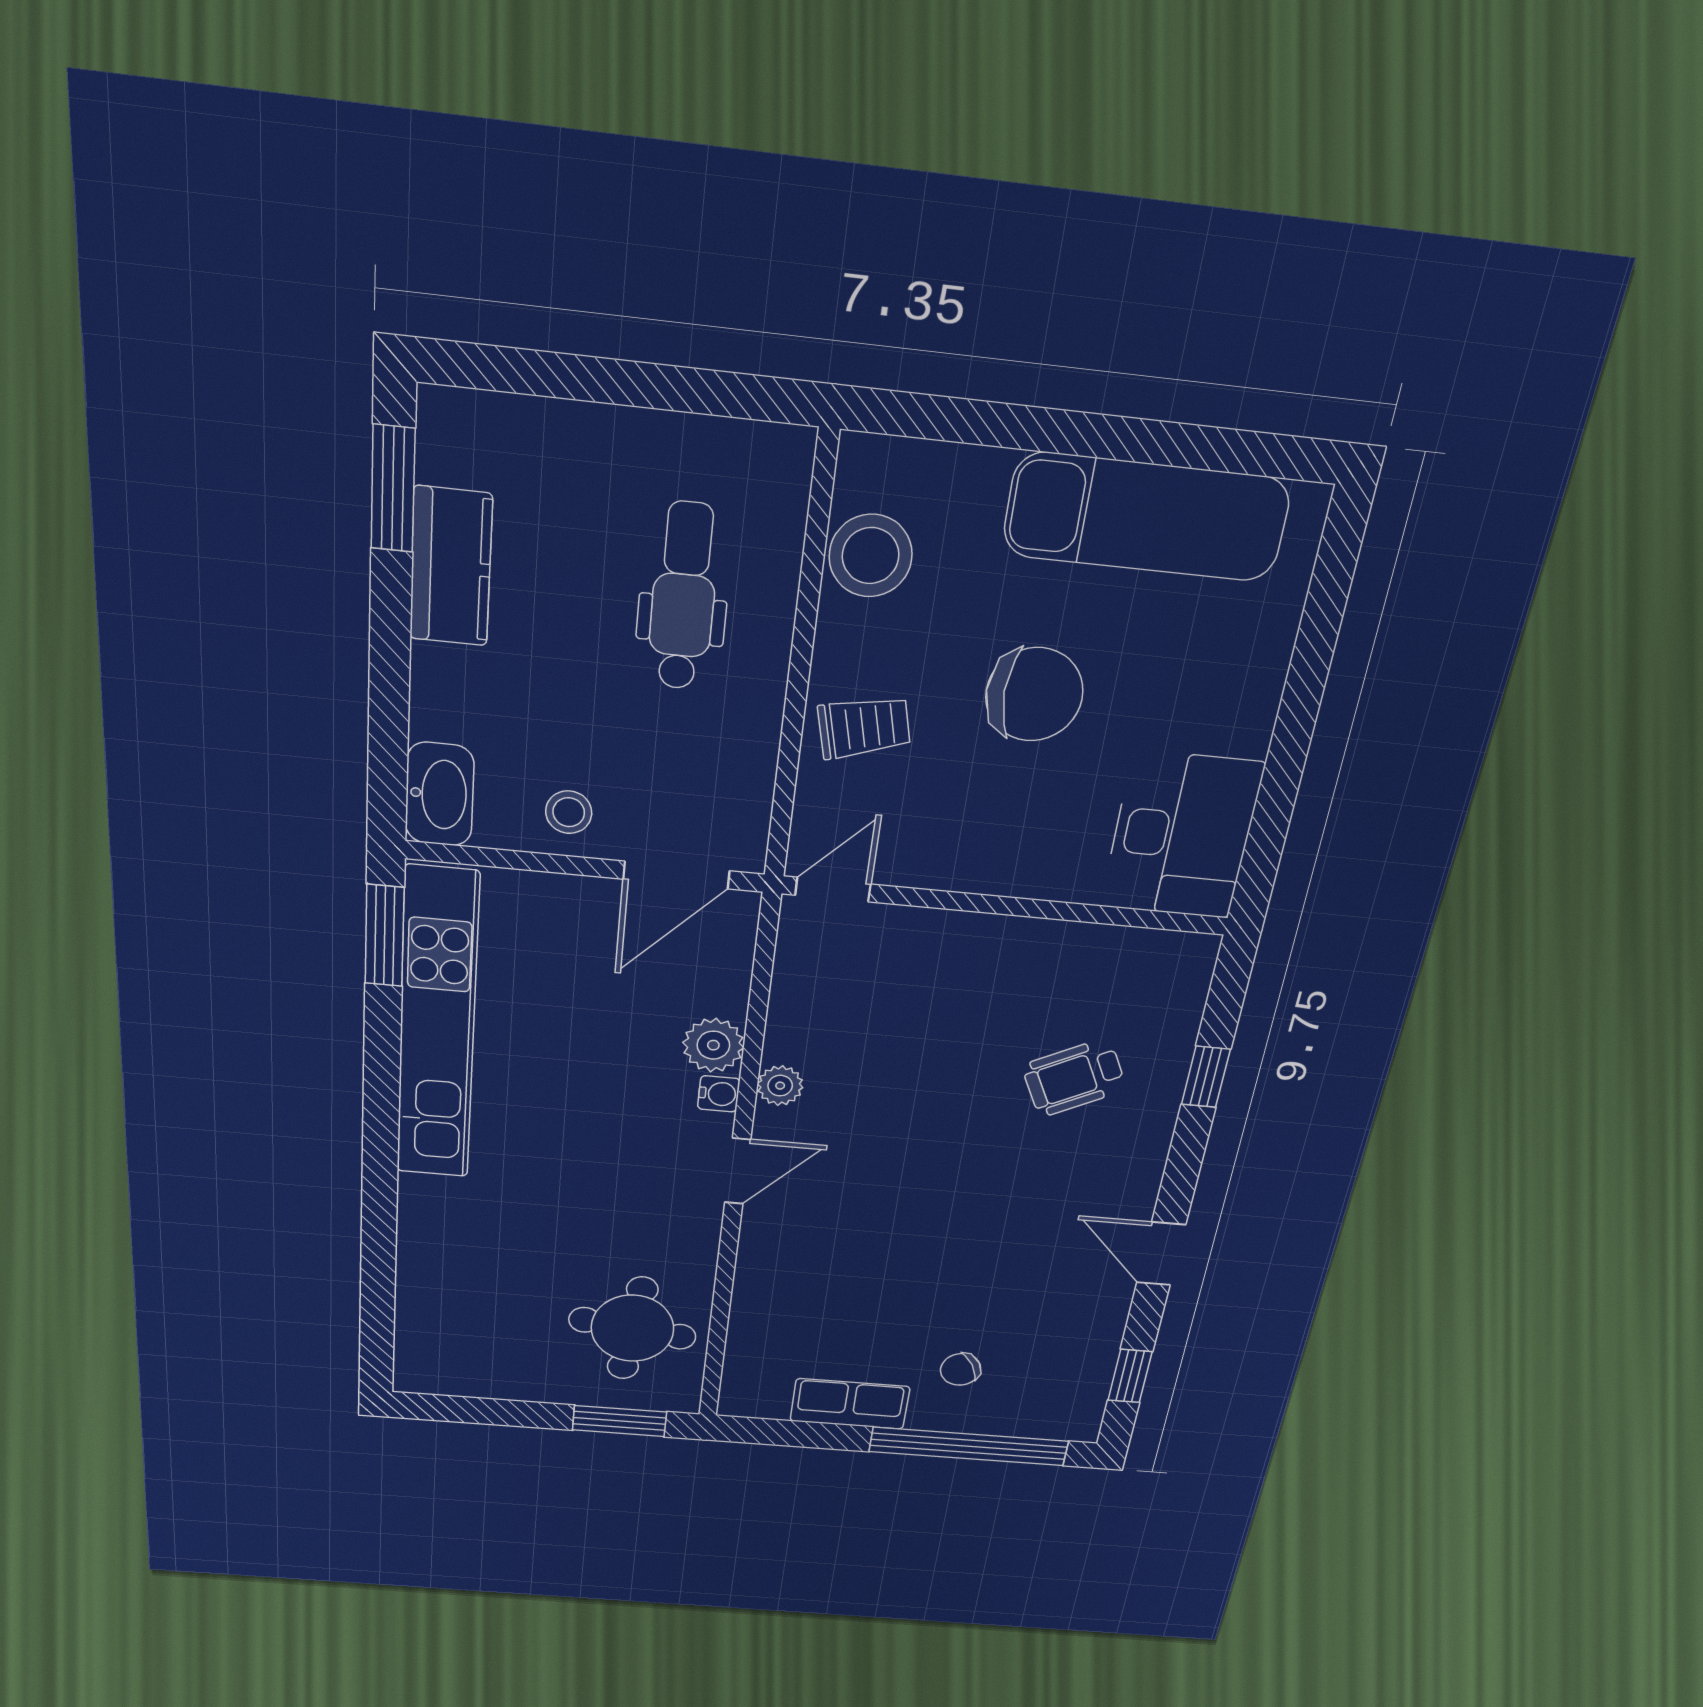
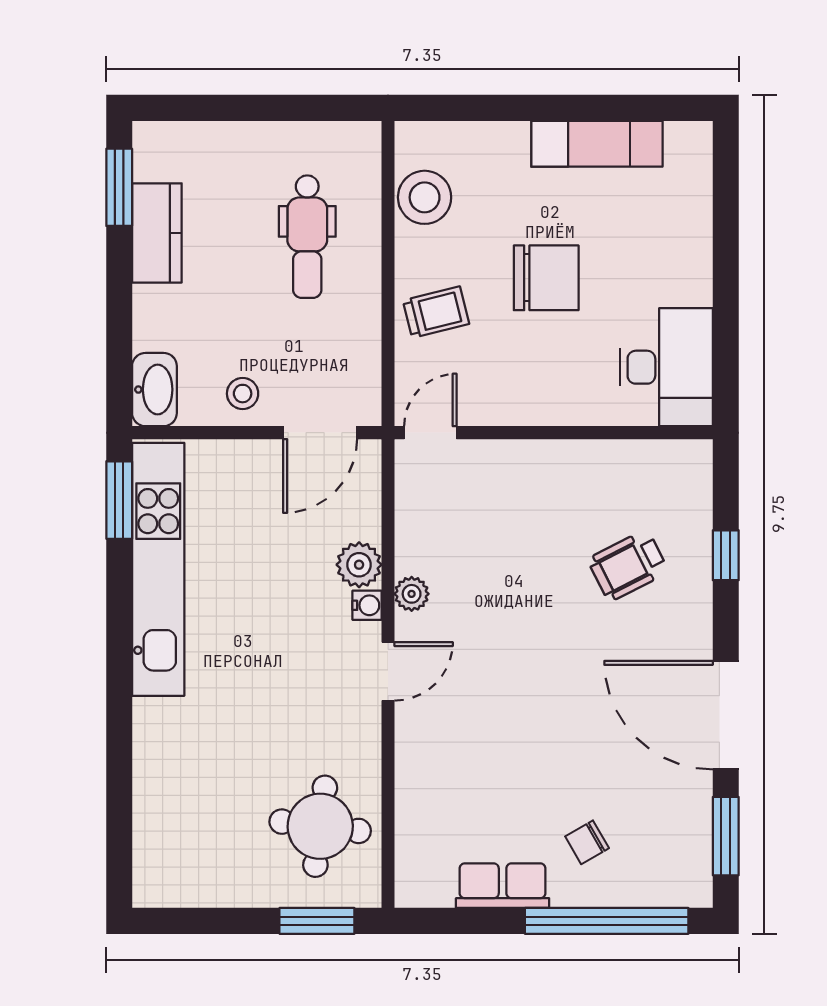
exam couch: (1146, 517) -> (597, 144), width x0.73, depth x0.69
dental chair: (683, 597) -> (307, 237), turned 180
door: (1161, 1254) -> (726, 715), width x1.88
window: (1130, 1376) -> (726, 836), width x1.50

